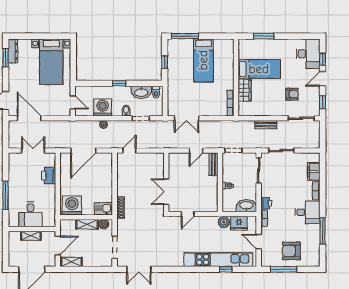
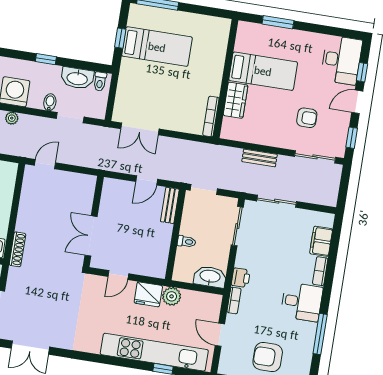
bed: (203, 60) -> (157, 47), moved, turned -90
fridge: (239, 223) -> (148, 294), moved

